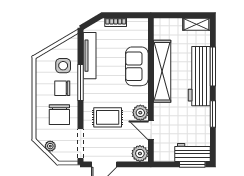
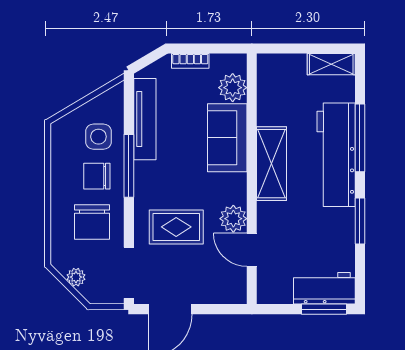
shelving: (162, 71) -> (271, 164), width x0.68
plant: (140, 153) -> (233, 88), moved

